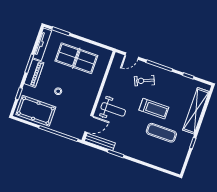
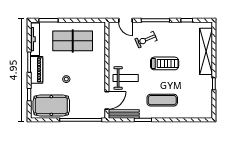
door: (132, 56) -> (125, 20), hinge flipped
exercise mat: (161, 133) -> (162, 100), moved

